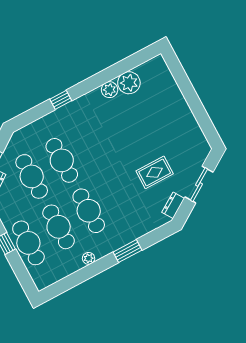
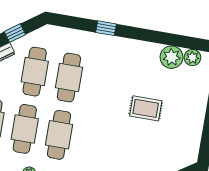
plant: (110, 90) -> (192, 58), moved
rug: (155, 172) -> (146, 108), moved

